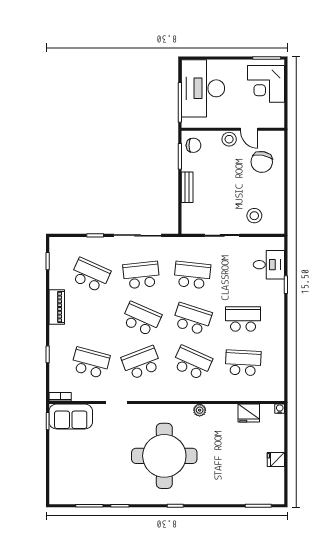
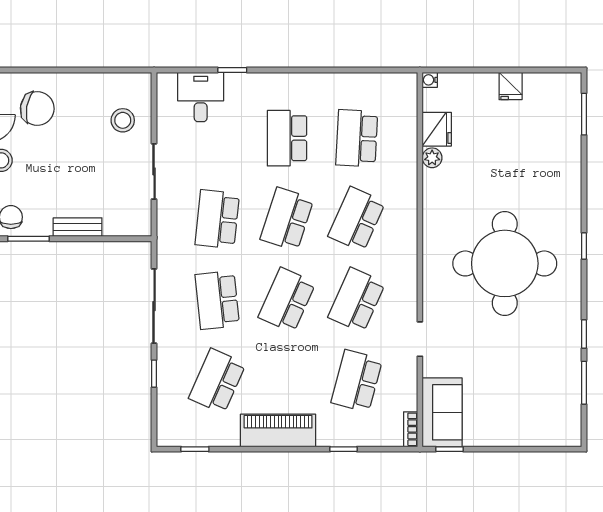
piano: (57, 307) -> (278, 430), width x1.37, depth x1.33
school desk: (141, 363) -> (357, 300), turned 45
plant: (200, 410) -> (432, 158), moved

